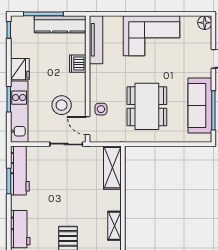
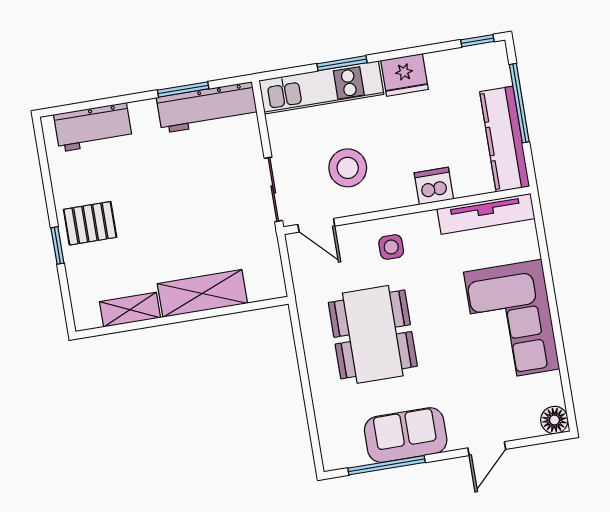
dining table: (147, 106) -> (373, 334), turned 90
sofa: (200, 106) -> (406, 435), width x0.73
side table: (101, 109) -> (391, 247), moved
door: (88, 126) -> (316, 225), swing flipped
shelving: (112, 168) -> (202, 293), moved

